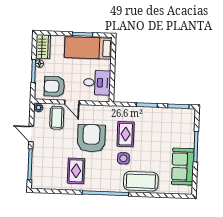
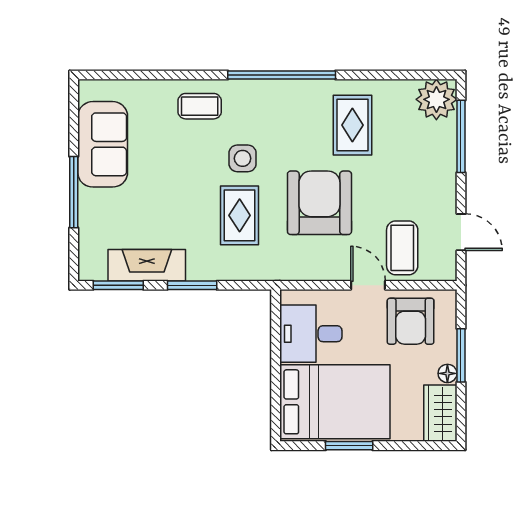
bed: (88, 48) -> (335, 402), width x1.50
armchair: (54, 86) -> (411, 321), turned 90
plant: (38, 107) -> (436, 99), moved, width x1.88, depth x1.88
fireplace: (166, 114) -> (147, 265), added
door: (31, 134) -> (461, 232), moved
armchair: (91, 138) -> (319, 203), turned 180
coffee table: (141, 181) -> (200, 106), width x0.54, depth x0.58

